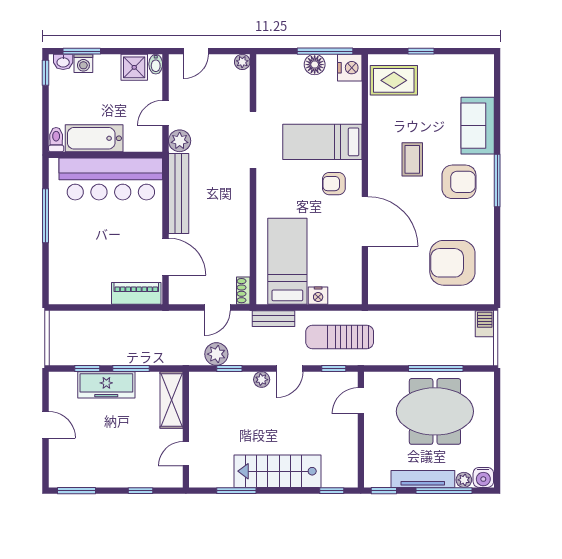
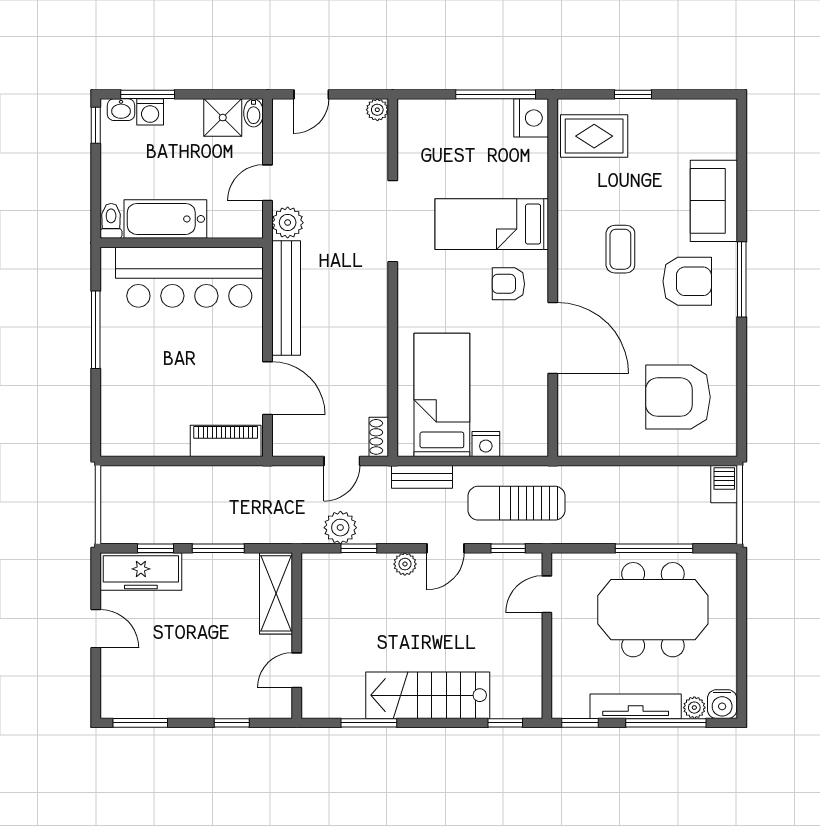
floor lamp: (315, 65) -> (481, 113), removed
freezer: (106, 385) -> (141, 572), moved

